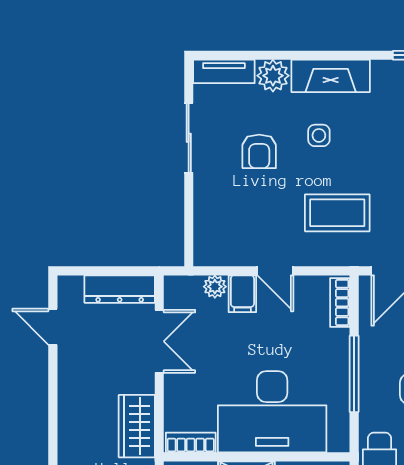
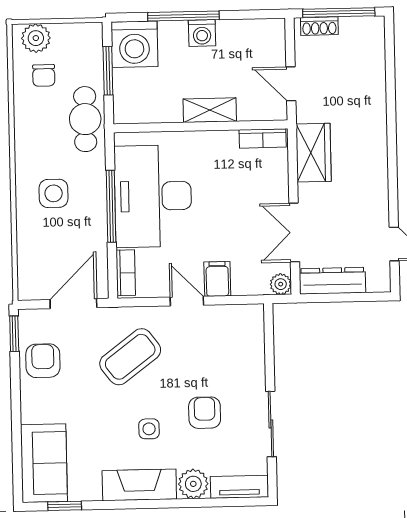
coffee table: (337, 213) -> (130, 357), turned -37
plant: (215, 287) -> (281, 284), moved
desk: (272, 412) -> (153, 196), moved, turned -90

